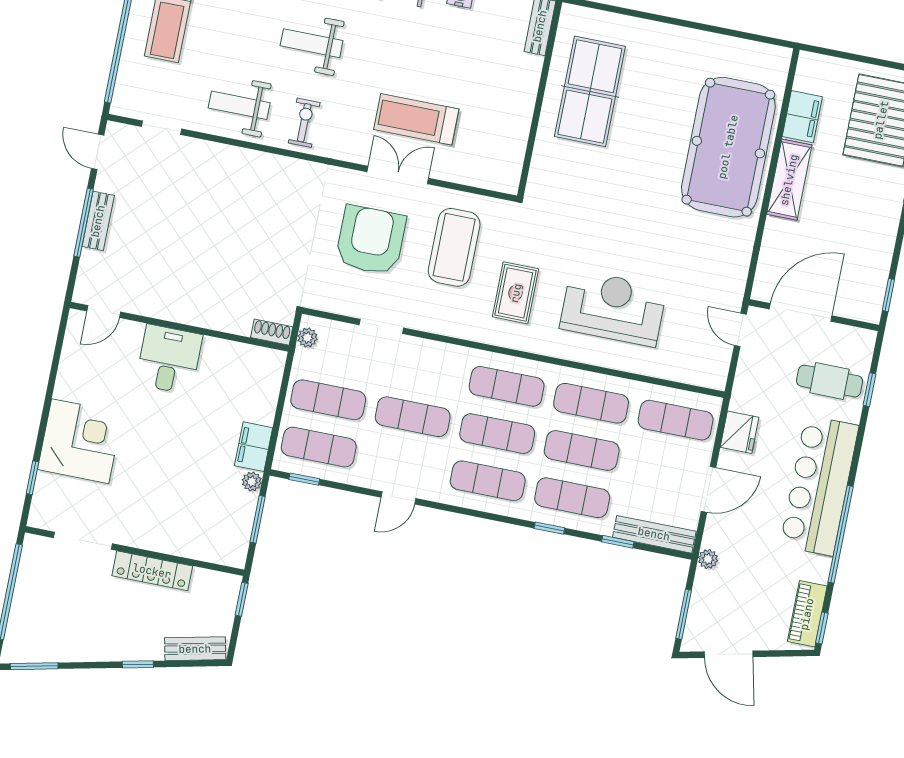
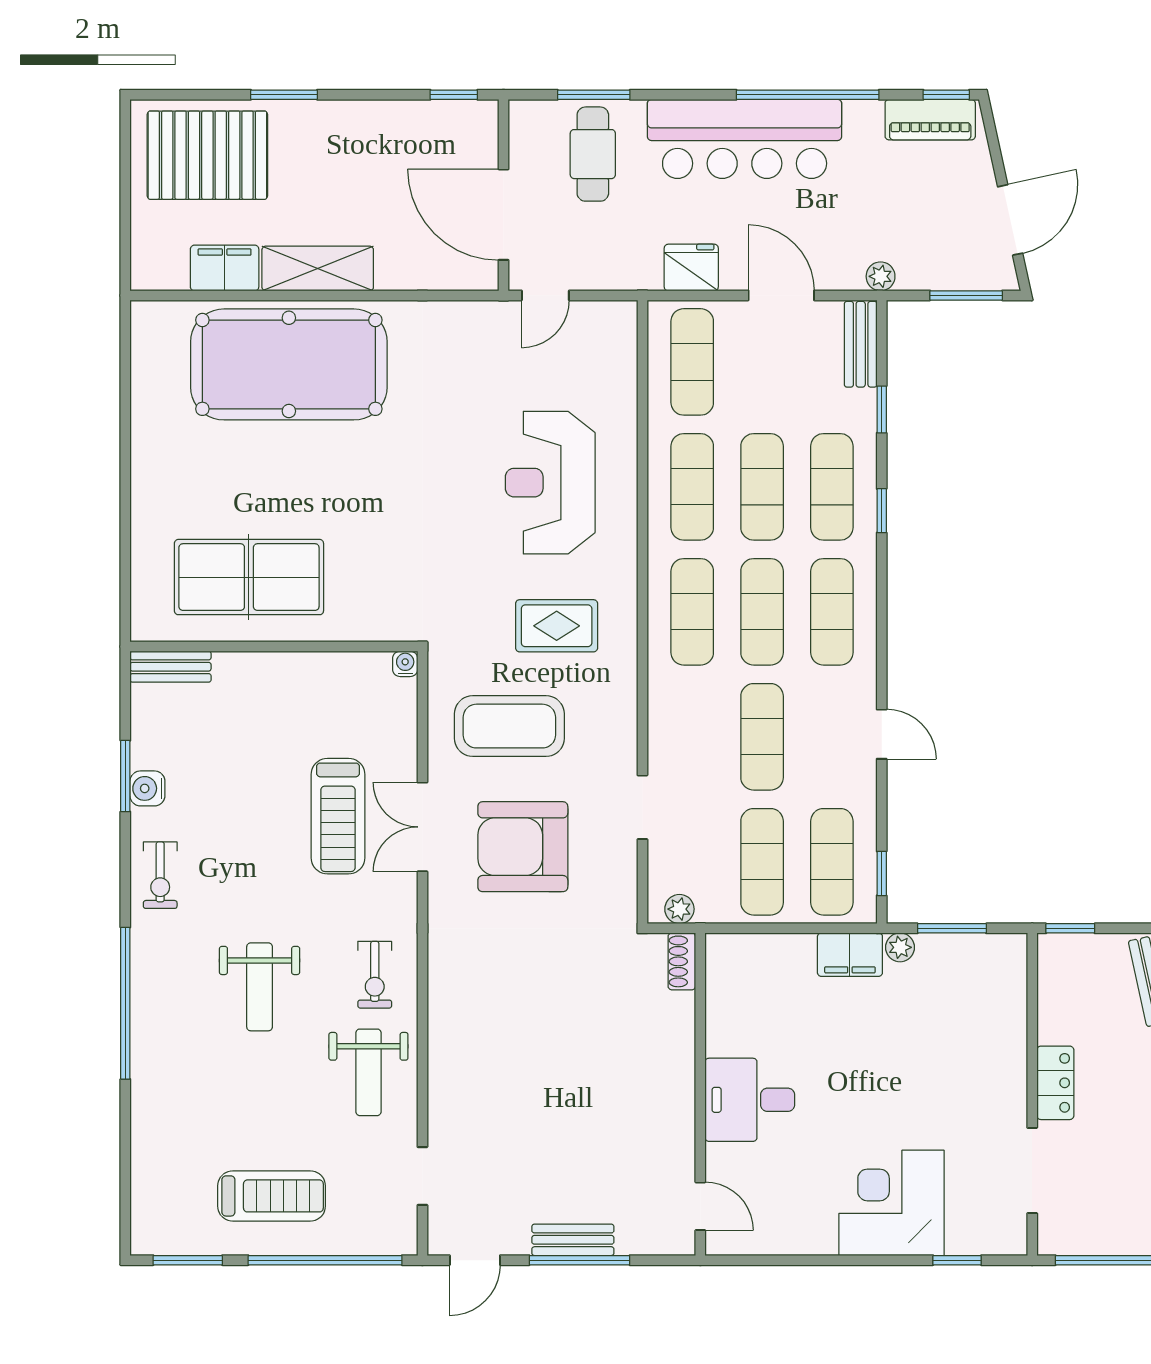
exercise bike: (304, 123) -> (375, 975), turned -90
water cooler: (510, 185) -> (405, 664), added
window: (869, 390) -> (594, 95), width x1.50
bench: (654, 534) -> (861, 344), width x0.73
locker: (152, 571) -> (1055, 1083), width x0.66

